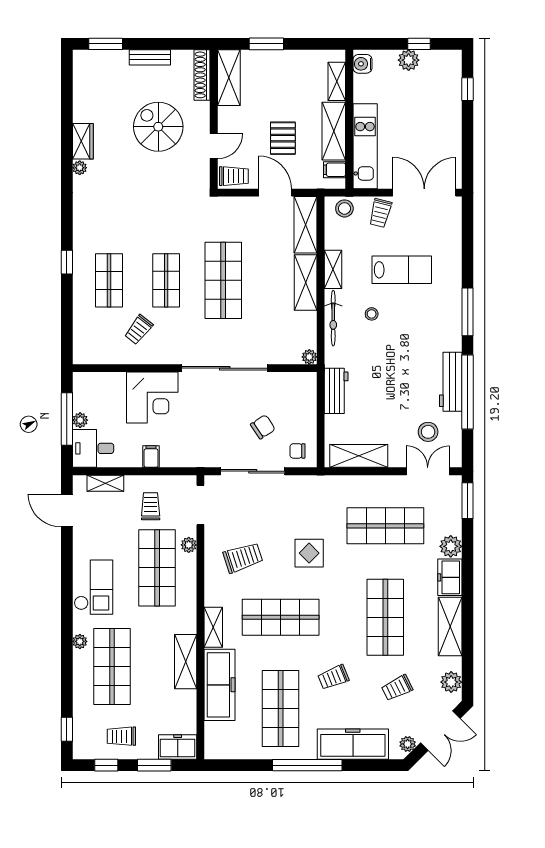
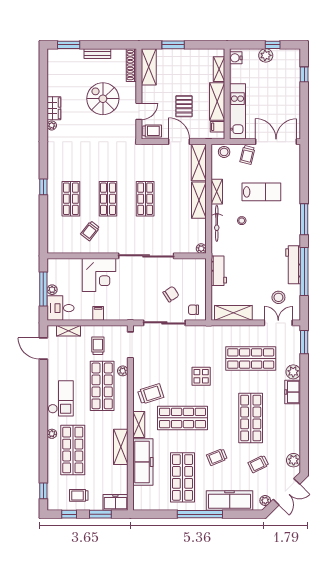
shop shelf: (223, 280) -> (145, 199), width x0.70, depth x0.74
trolley: (243, 558) -> (151, 394), moved
shelving: (450, 627) -> (293, 424), removed

